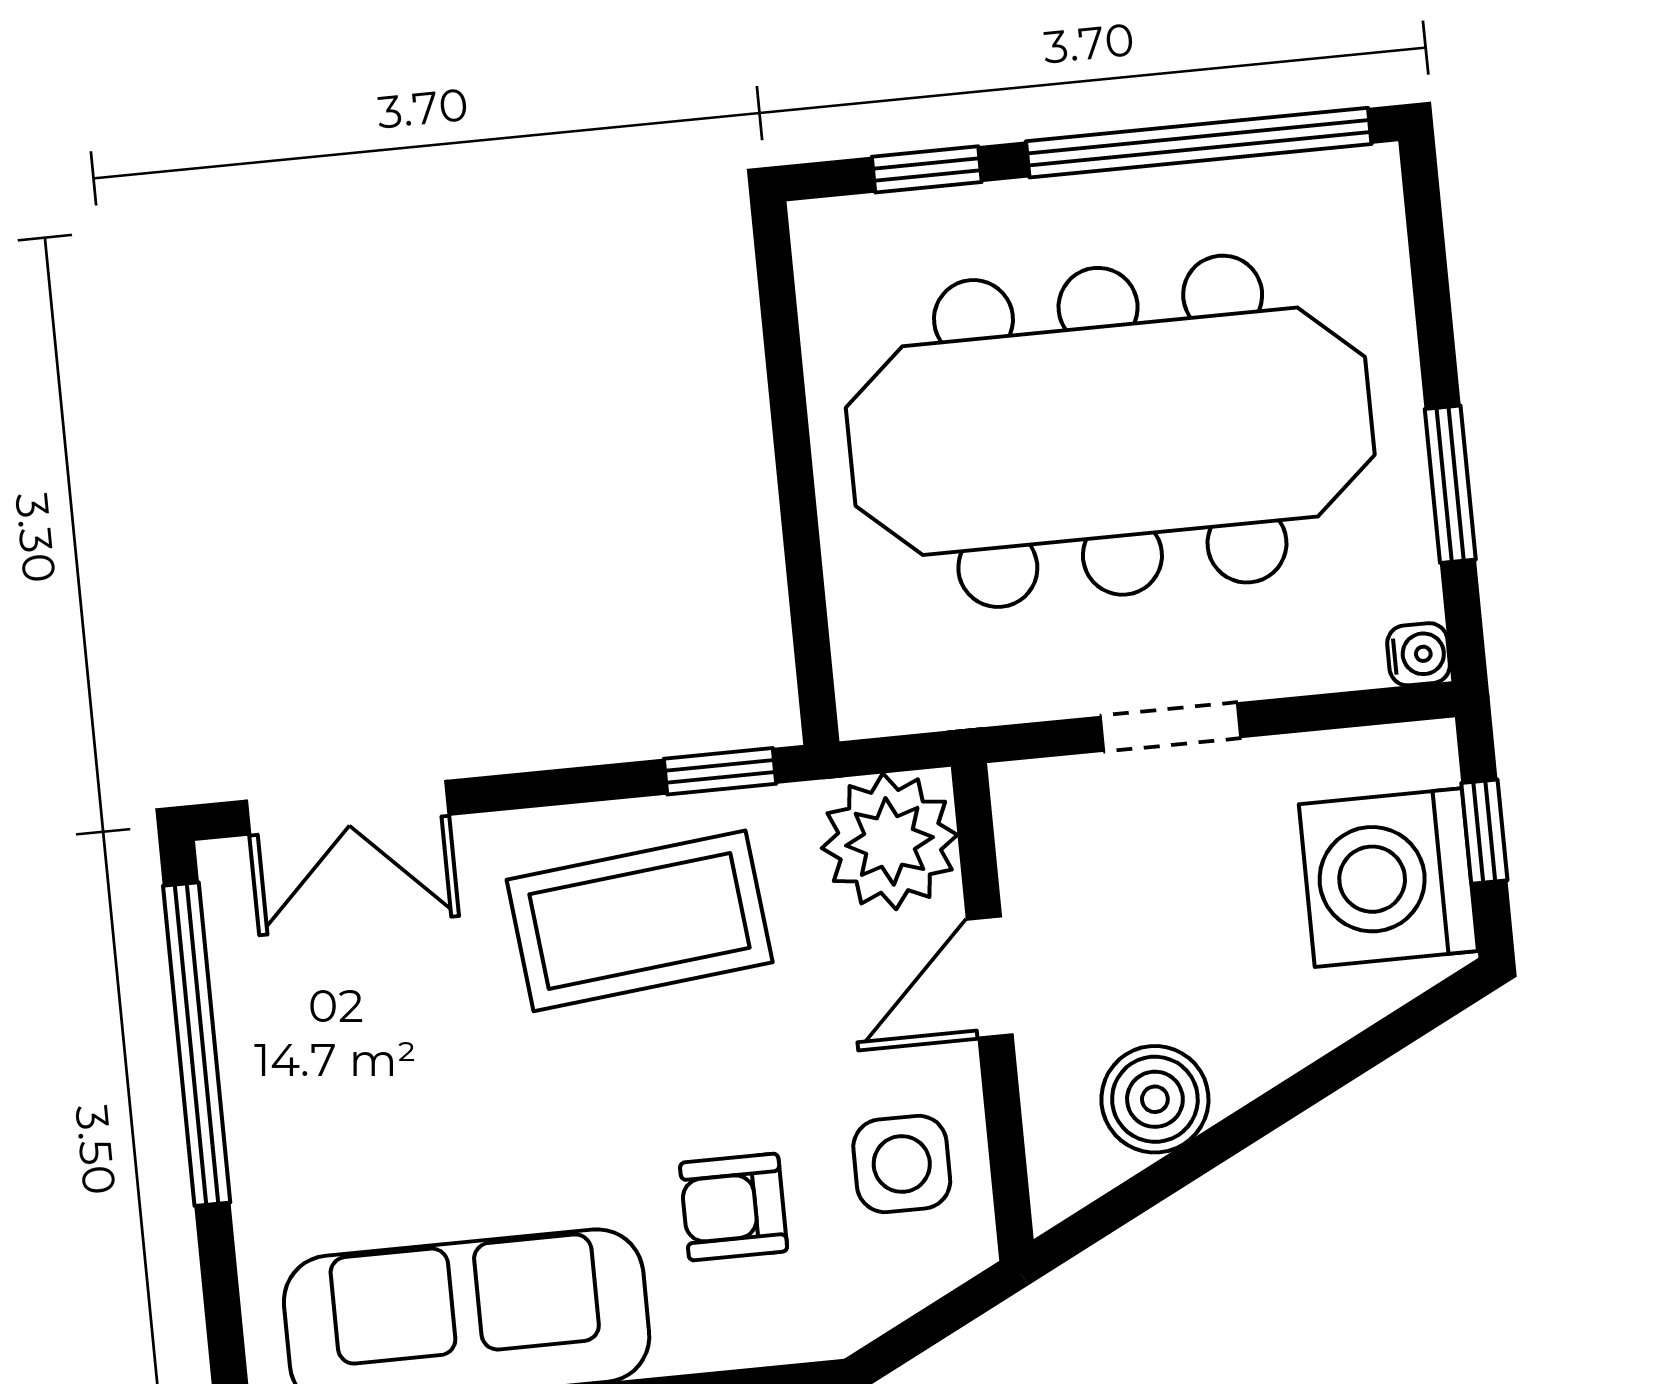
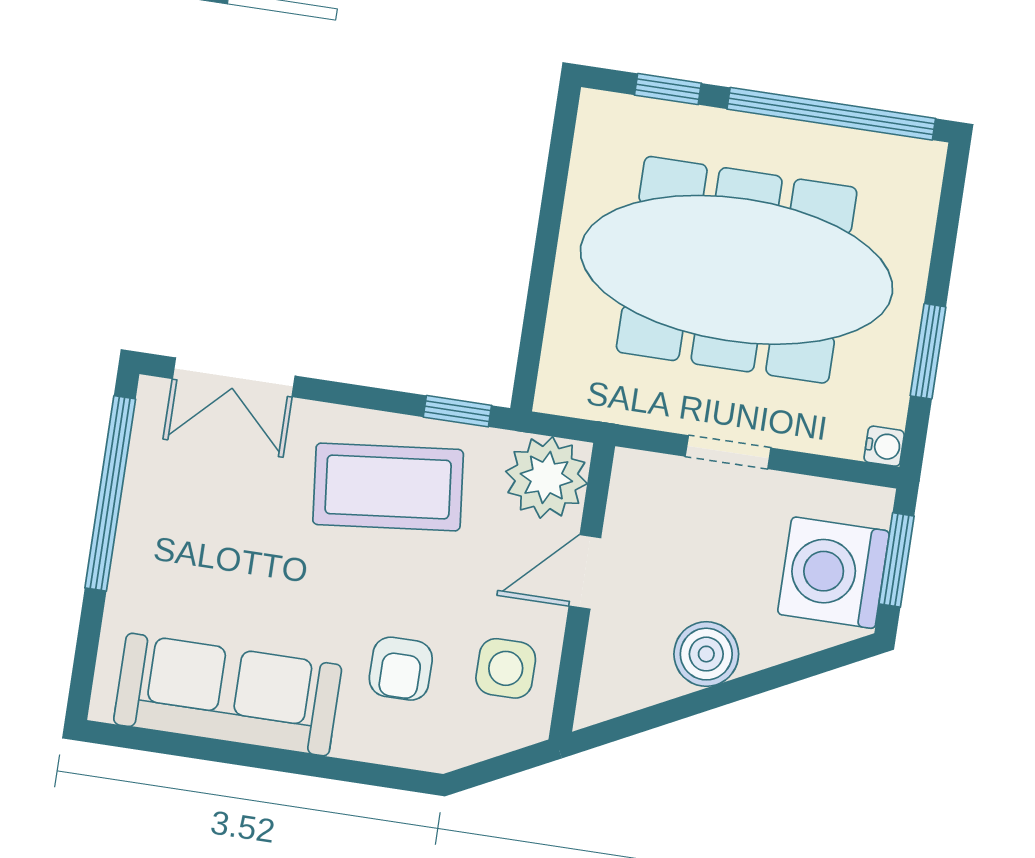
window: (1484, 832) -> (896, 560), width x1.50
boiler: (1155, 1099) -> (706, 654), moved
armchair: (734, 1207) -> (401, 669), turned -90

